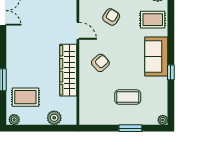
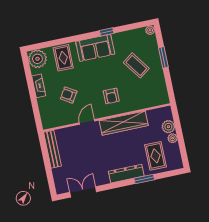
dresser: (13, 61) -> (126, 174), added
armchair: (100, 63) -> (111, 96), turned -138
coffee table: (128, 97) -> (136, 65), turned -36
plant: (14, 120) -> (173, 138), moved

